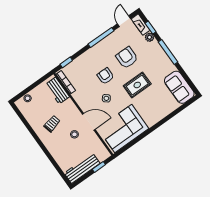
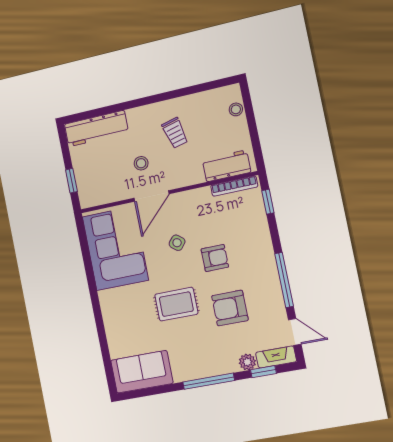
armchair: (127, 58) -> (230, 308), turned 180
rug: (137, 85) -> (176, 304), turned 90
workbench: (82, 168) -> (96, 129), moved, turned 90

